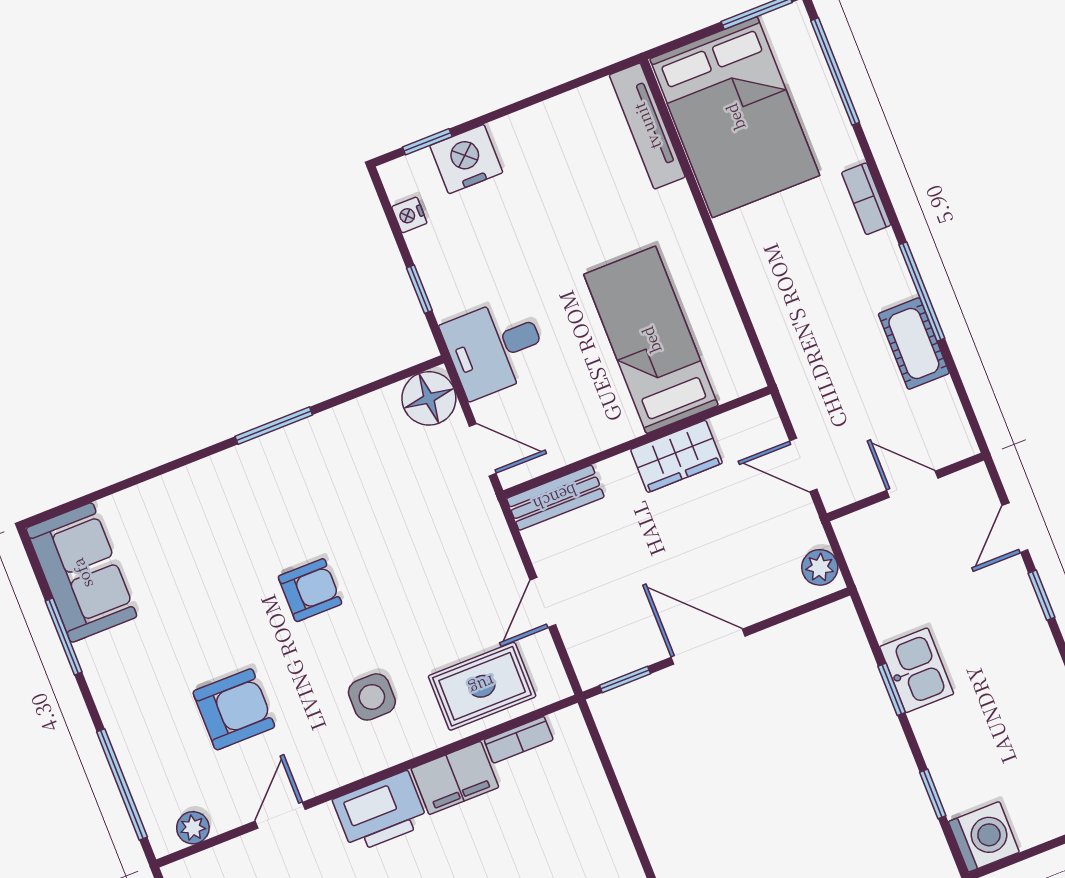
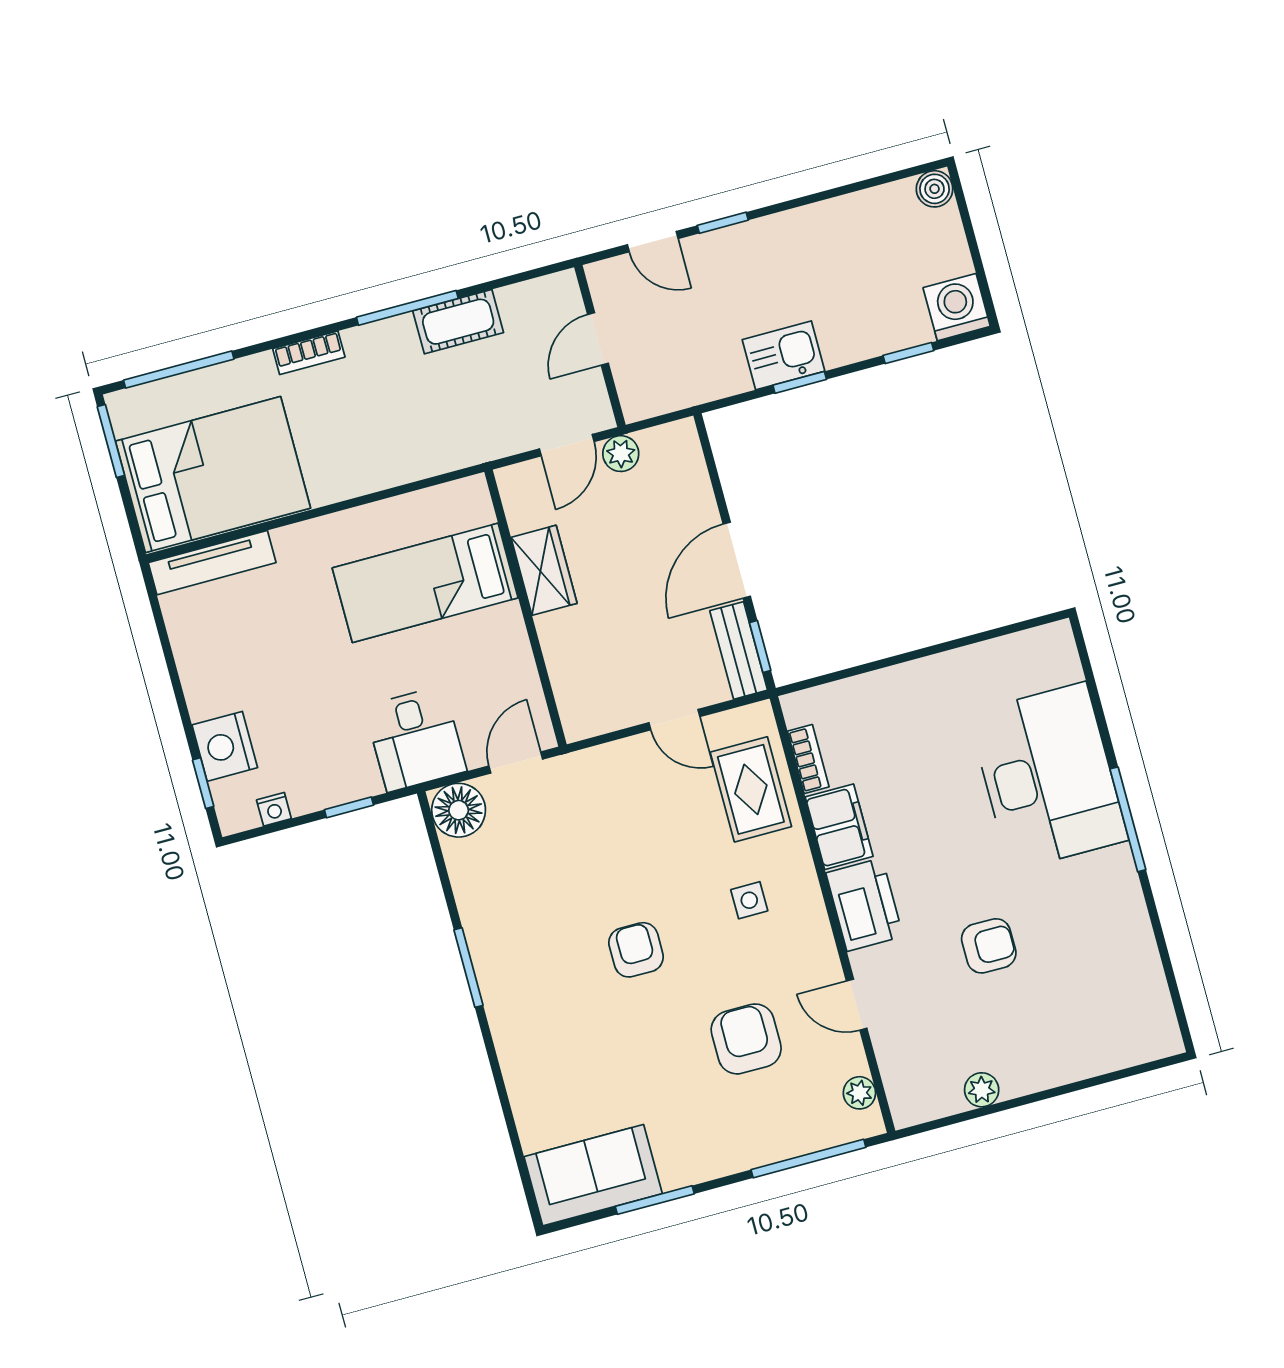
bench: (555, 498) -> (739, 650), moved
plant: (820, 567) -> (621, 454), moved
side table: (372, 697) -> (749, 900), width x0.73, depth x0.73

